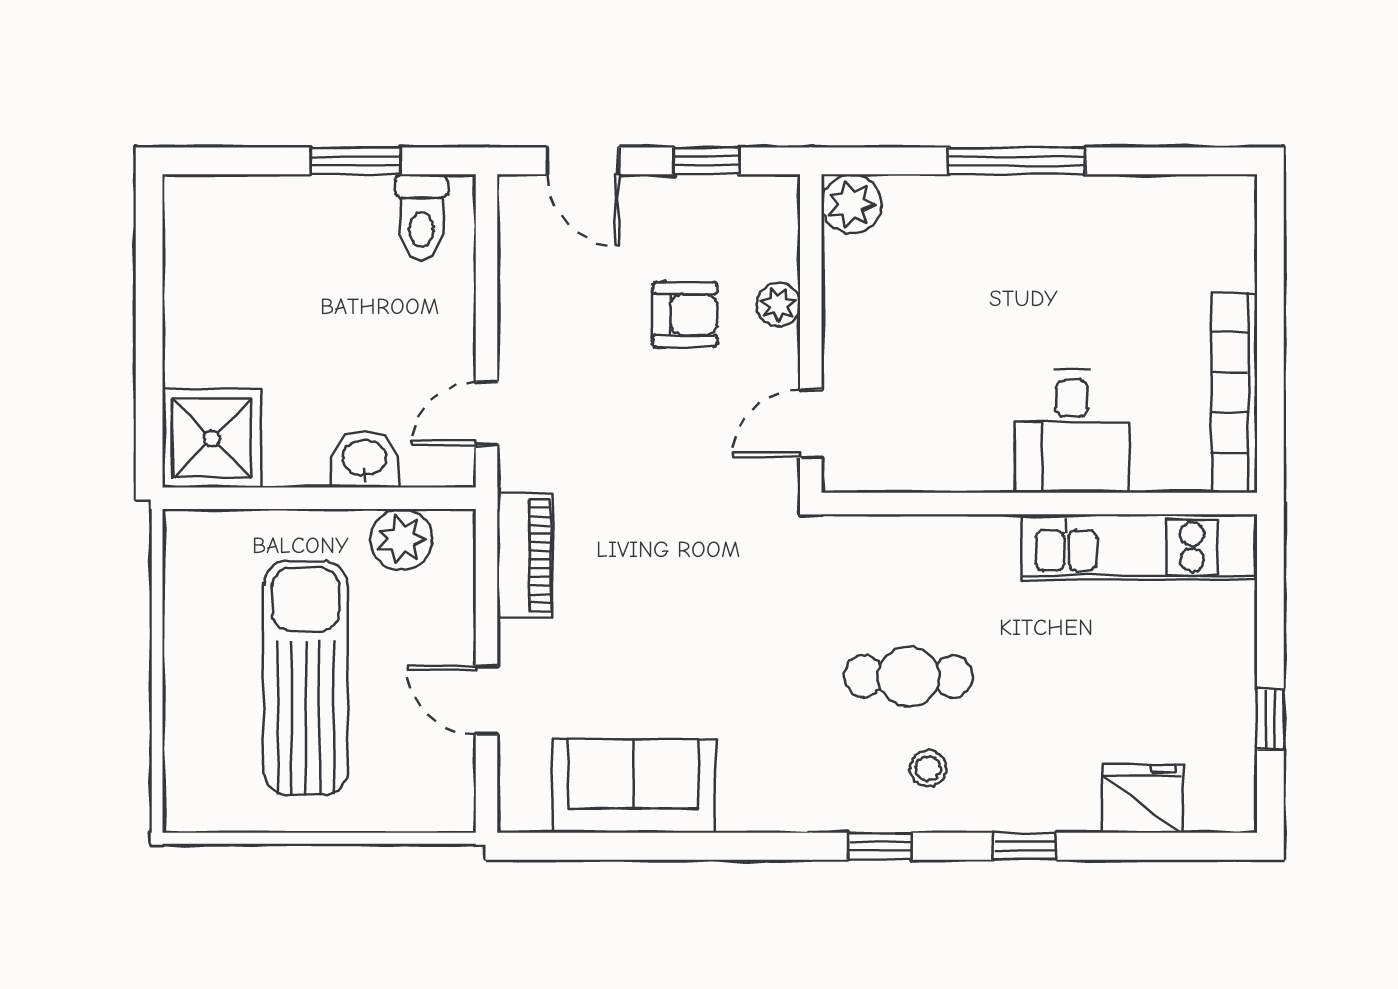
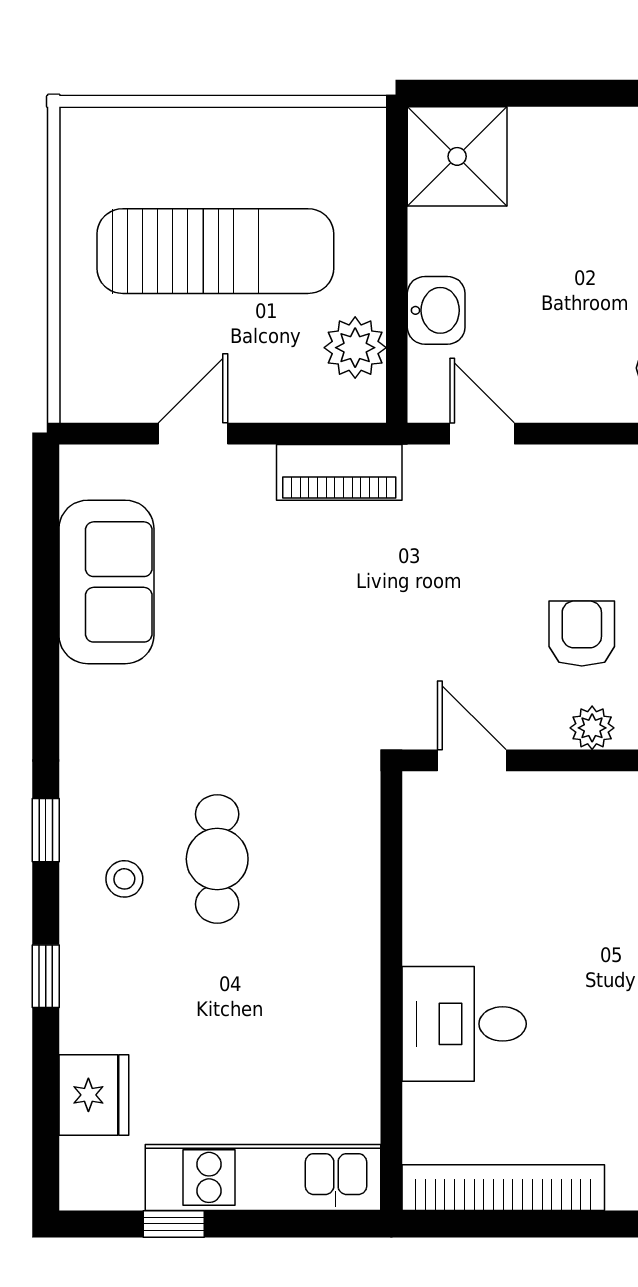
armchair: (685, 315) -> (582, 634), turned 180
kitchen unit: (1139, 547) -> (263, 1177), moved, turned 90

